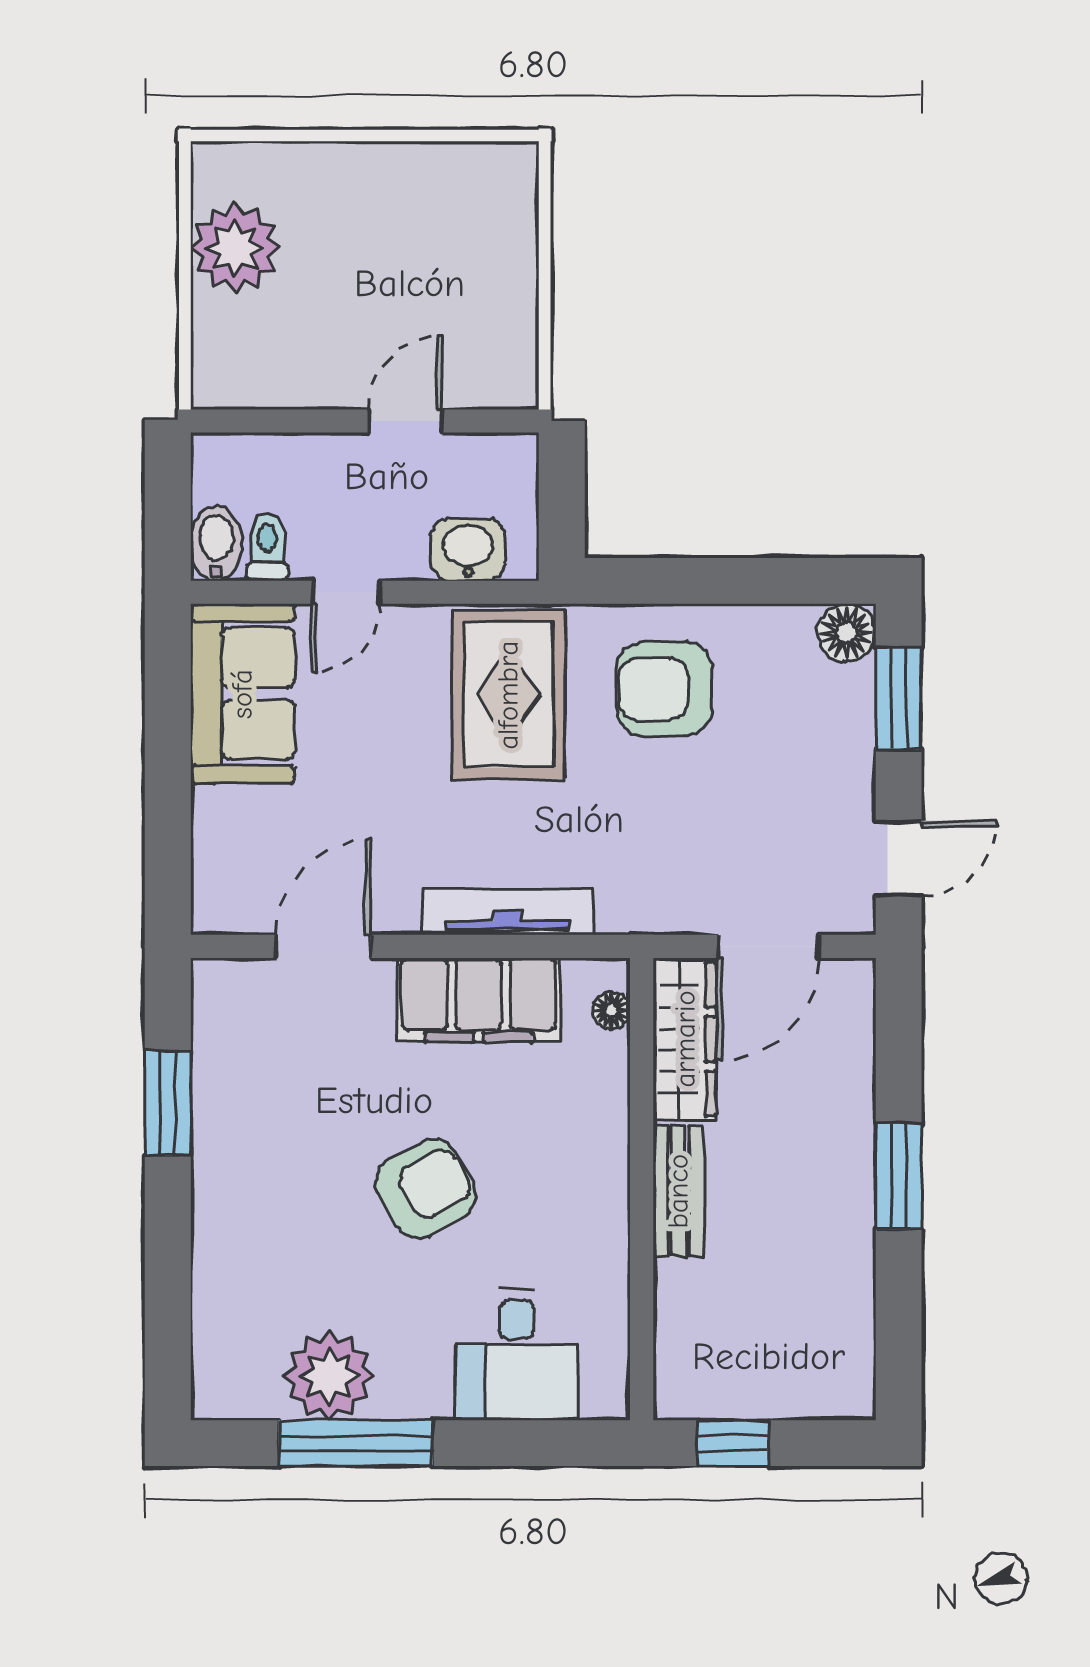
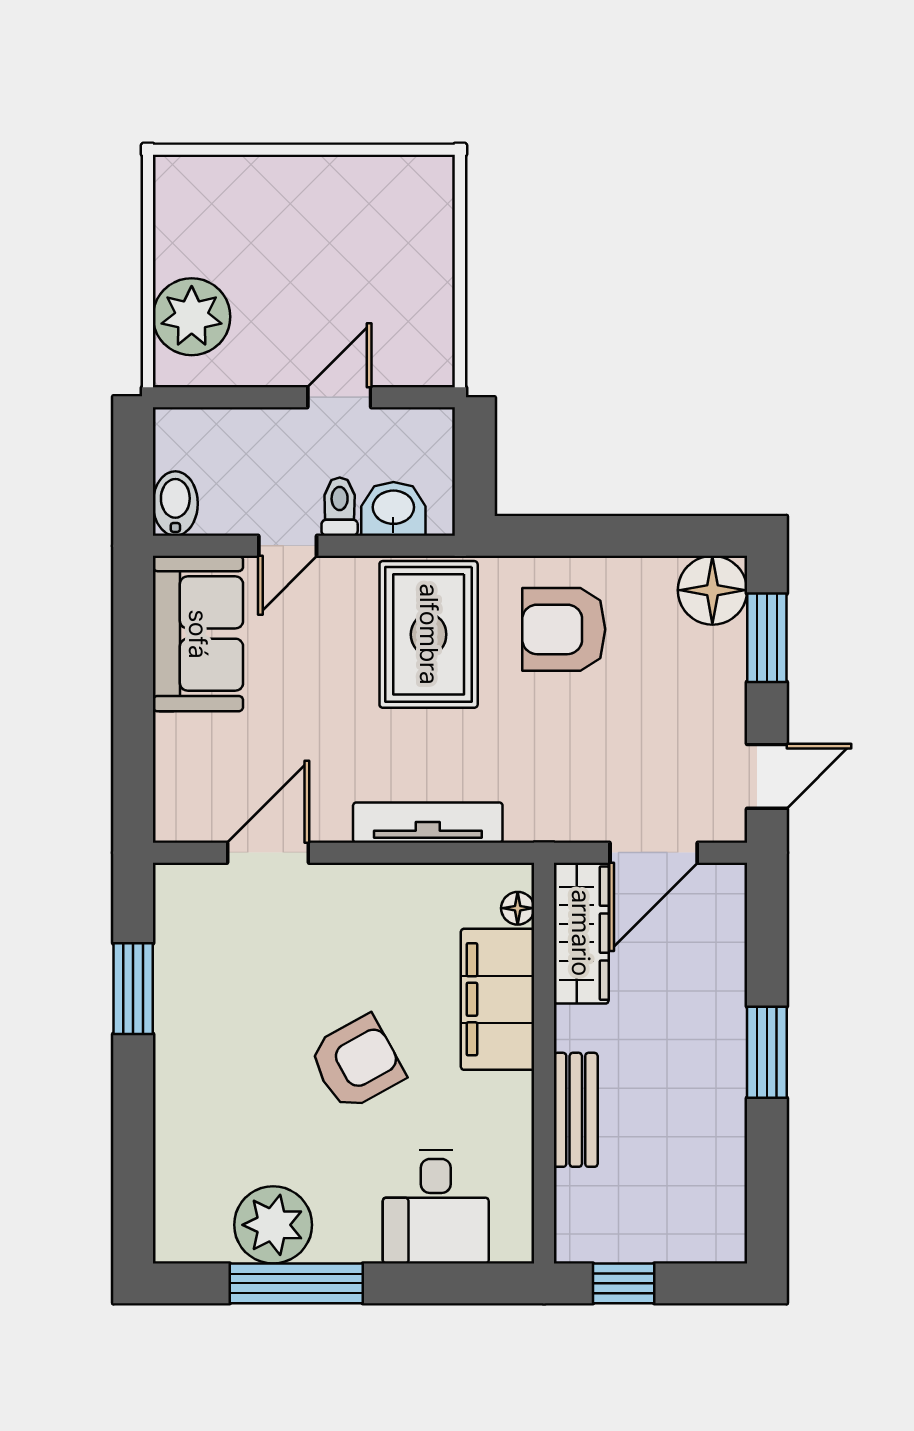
plant: (235, 248) -> (192, 317), moved
toilet: (267, 547) -> (340, 507), moved
floor lamp: (847, 633) -> (712, 590), width x1.38, depth x1.38
filing cabinet: (479, 1000) -> (498, 999), moved, turned 90
bench: (678, 1191) -> (576, 1110), moved

